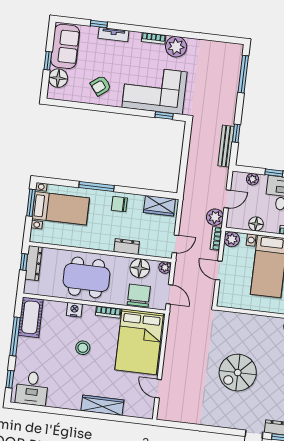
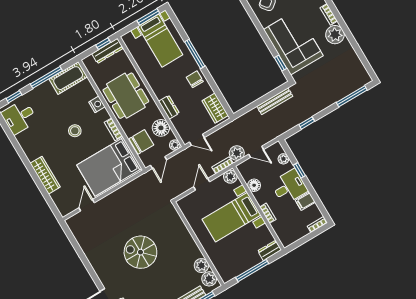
bench: (226, 146) -> (275, 101), moved

